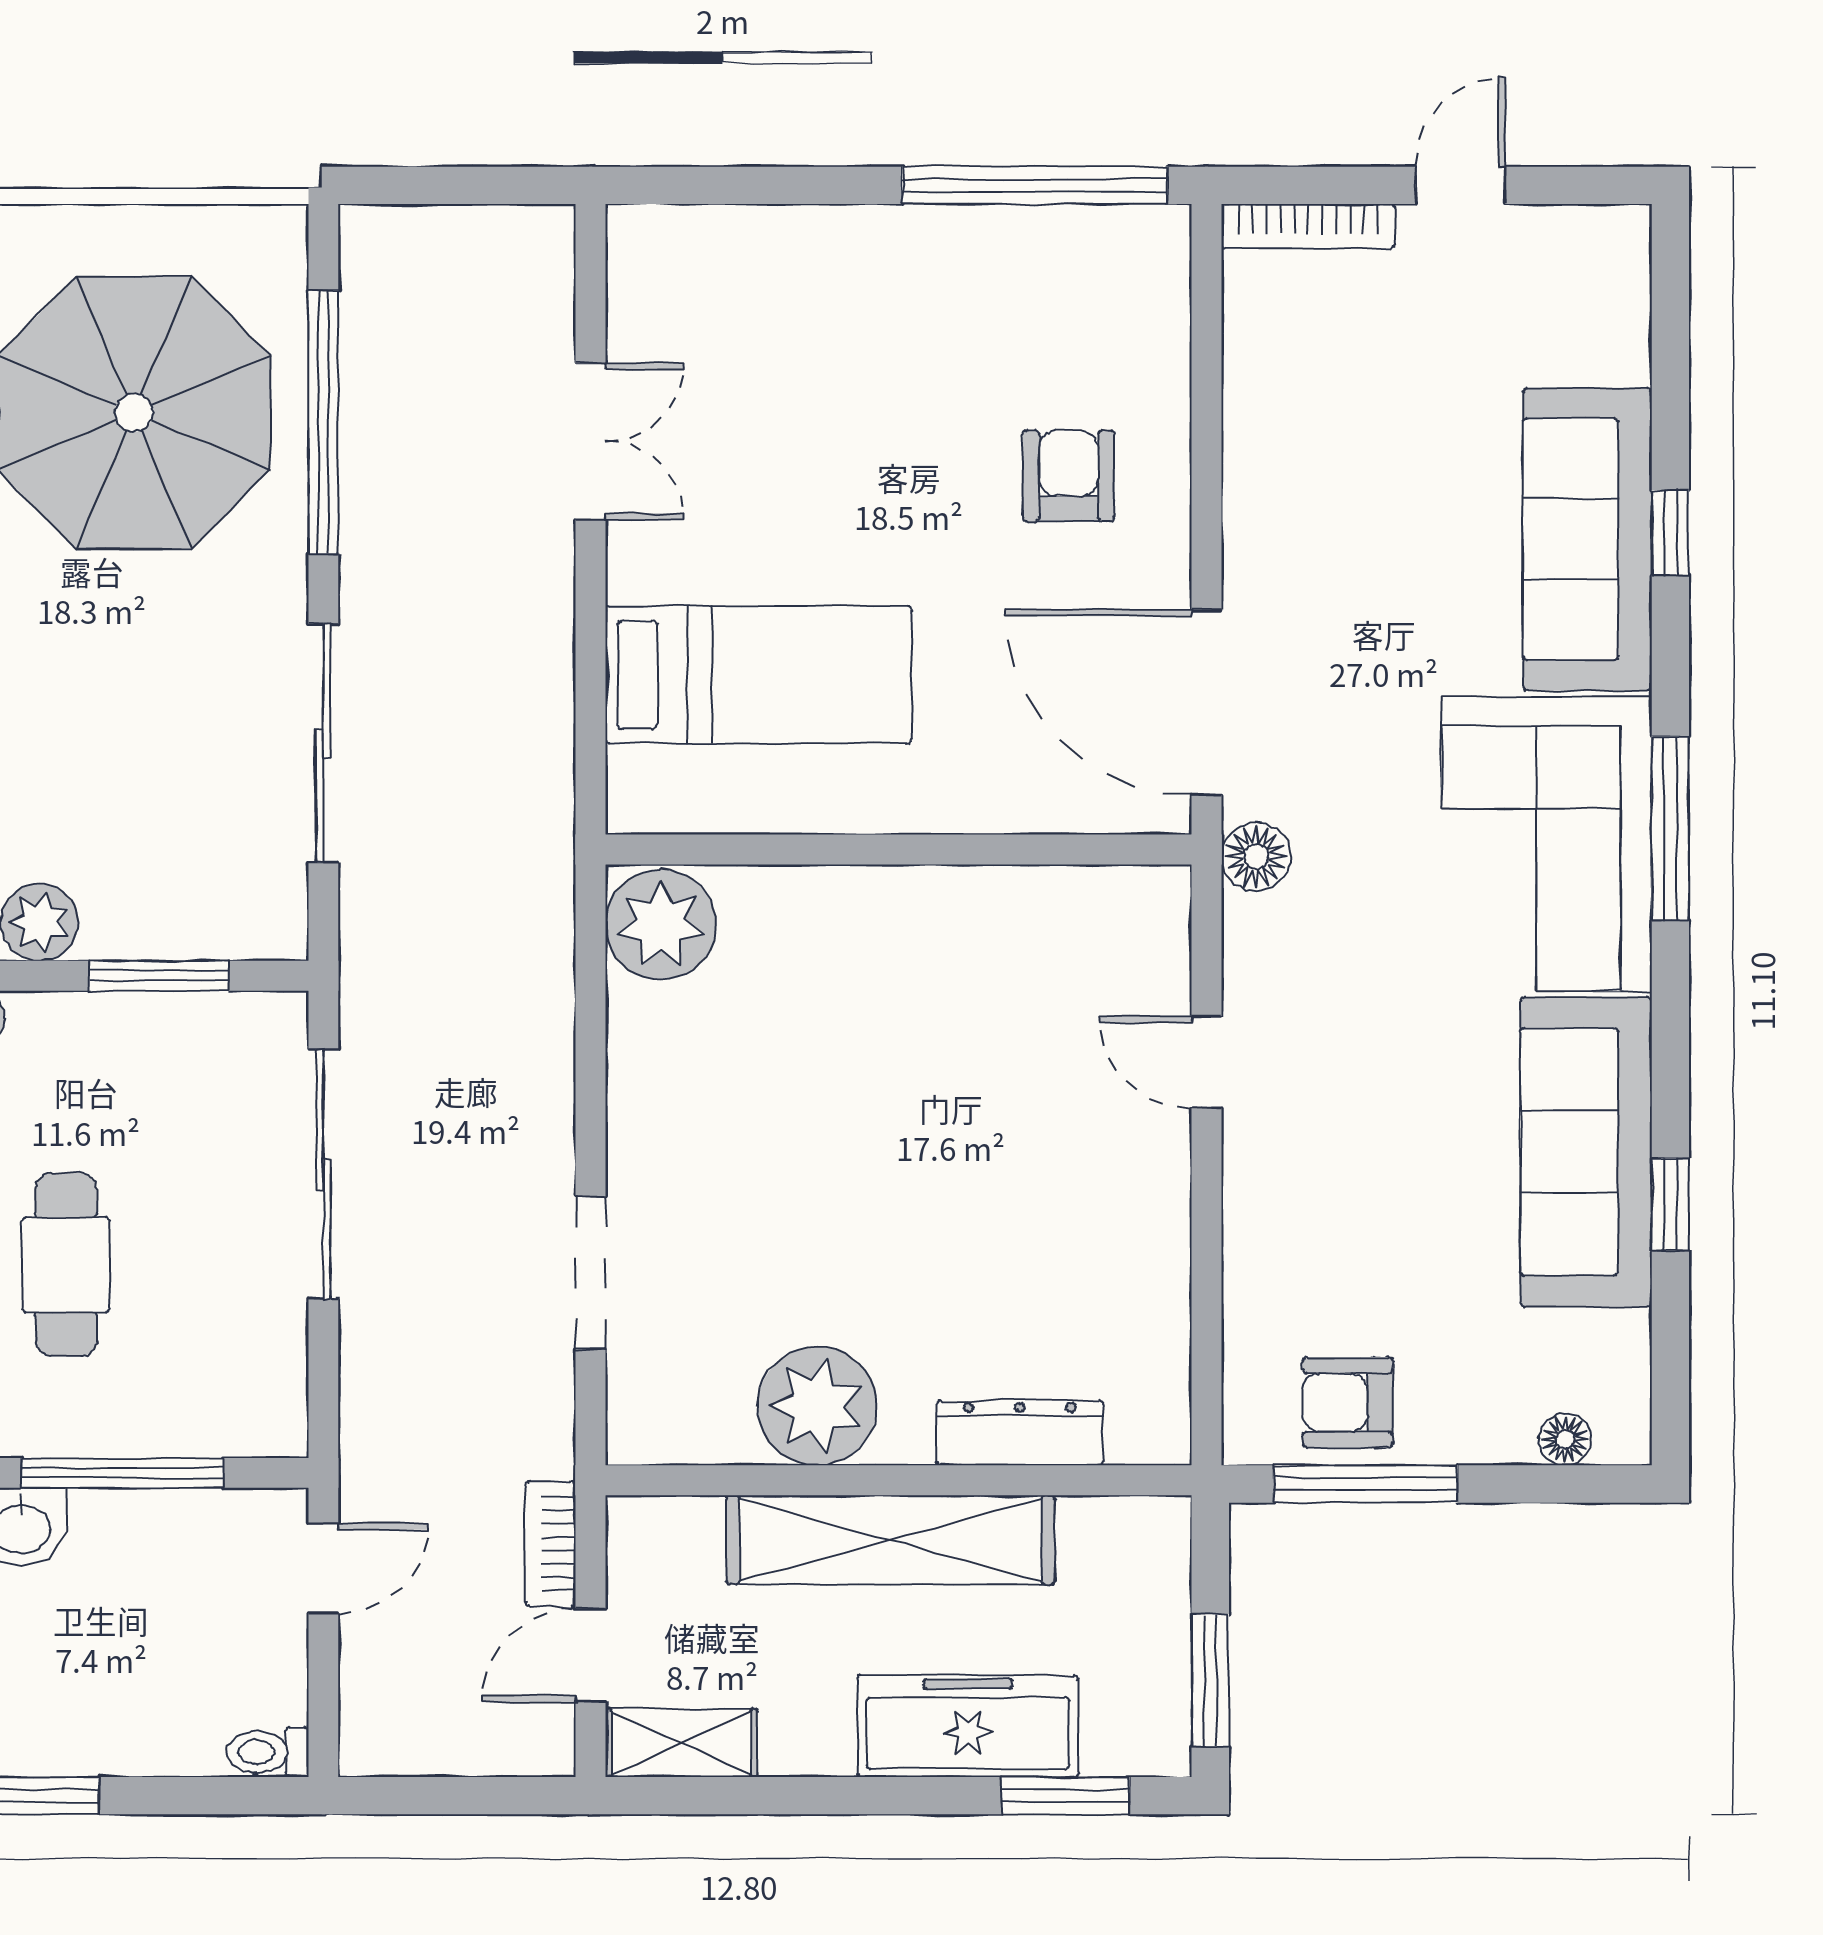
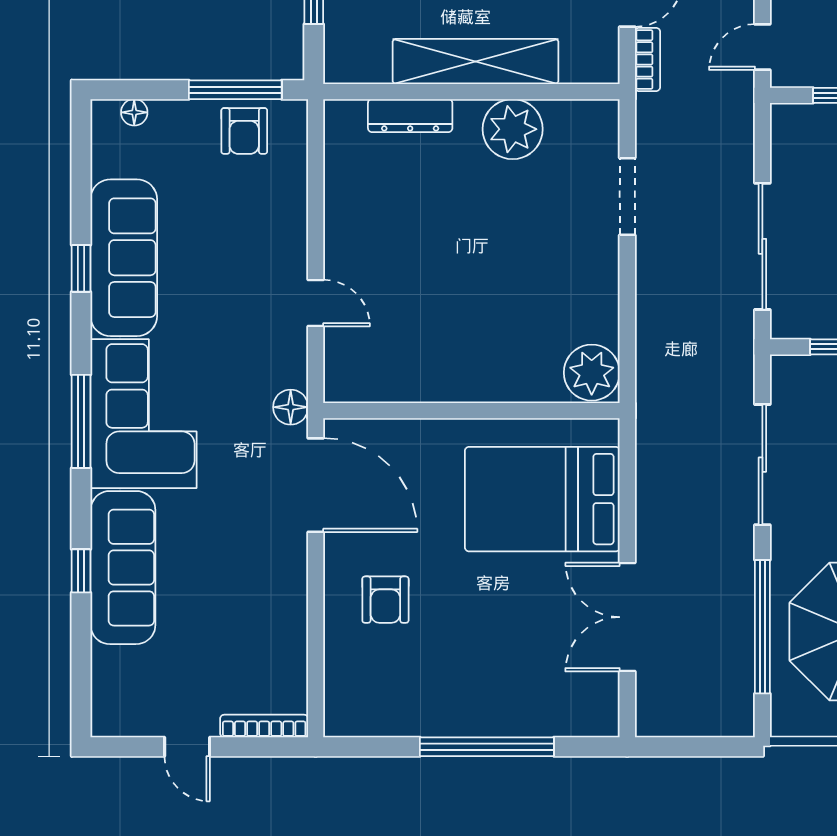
window: (1035, 185) -> (487, 747), moved
door: (1461, 185) -> (187, 747), hinge flipped
double door: (591, 441) -> (627, 617), width x1.37
bed: (758, 675) -> (542, 499), width x1.50
window: (1670, 1204) -> (81, 268), moved
armchair: (1348, 1402) -> (244, 131), turned 90

